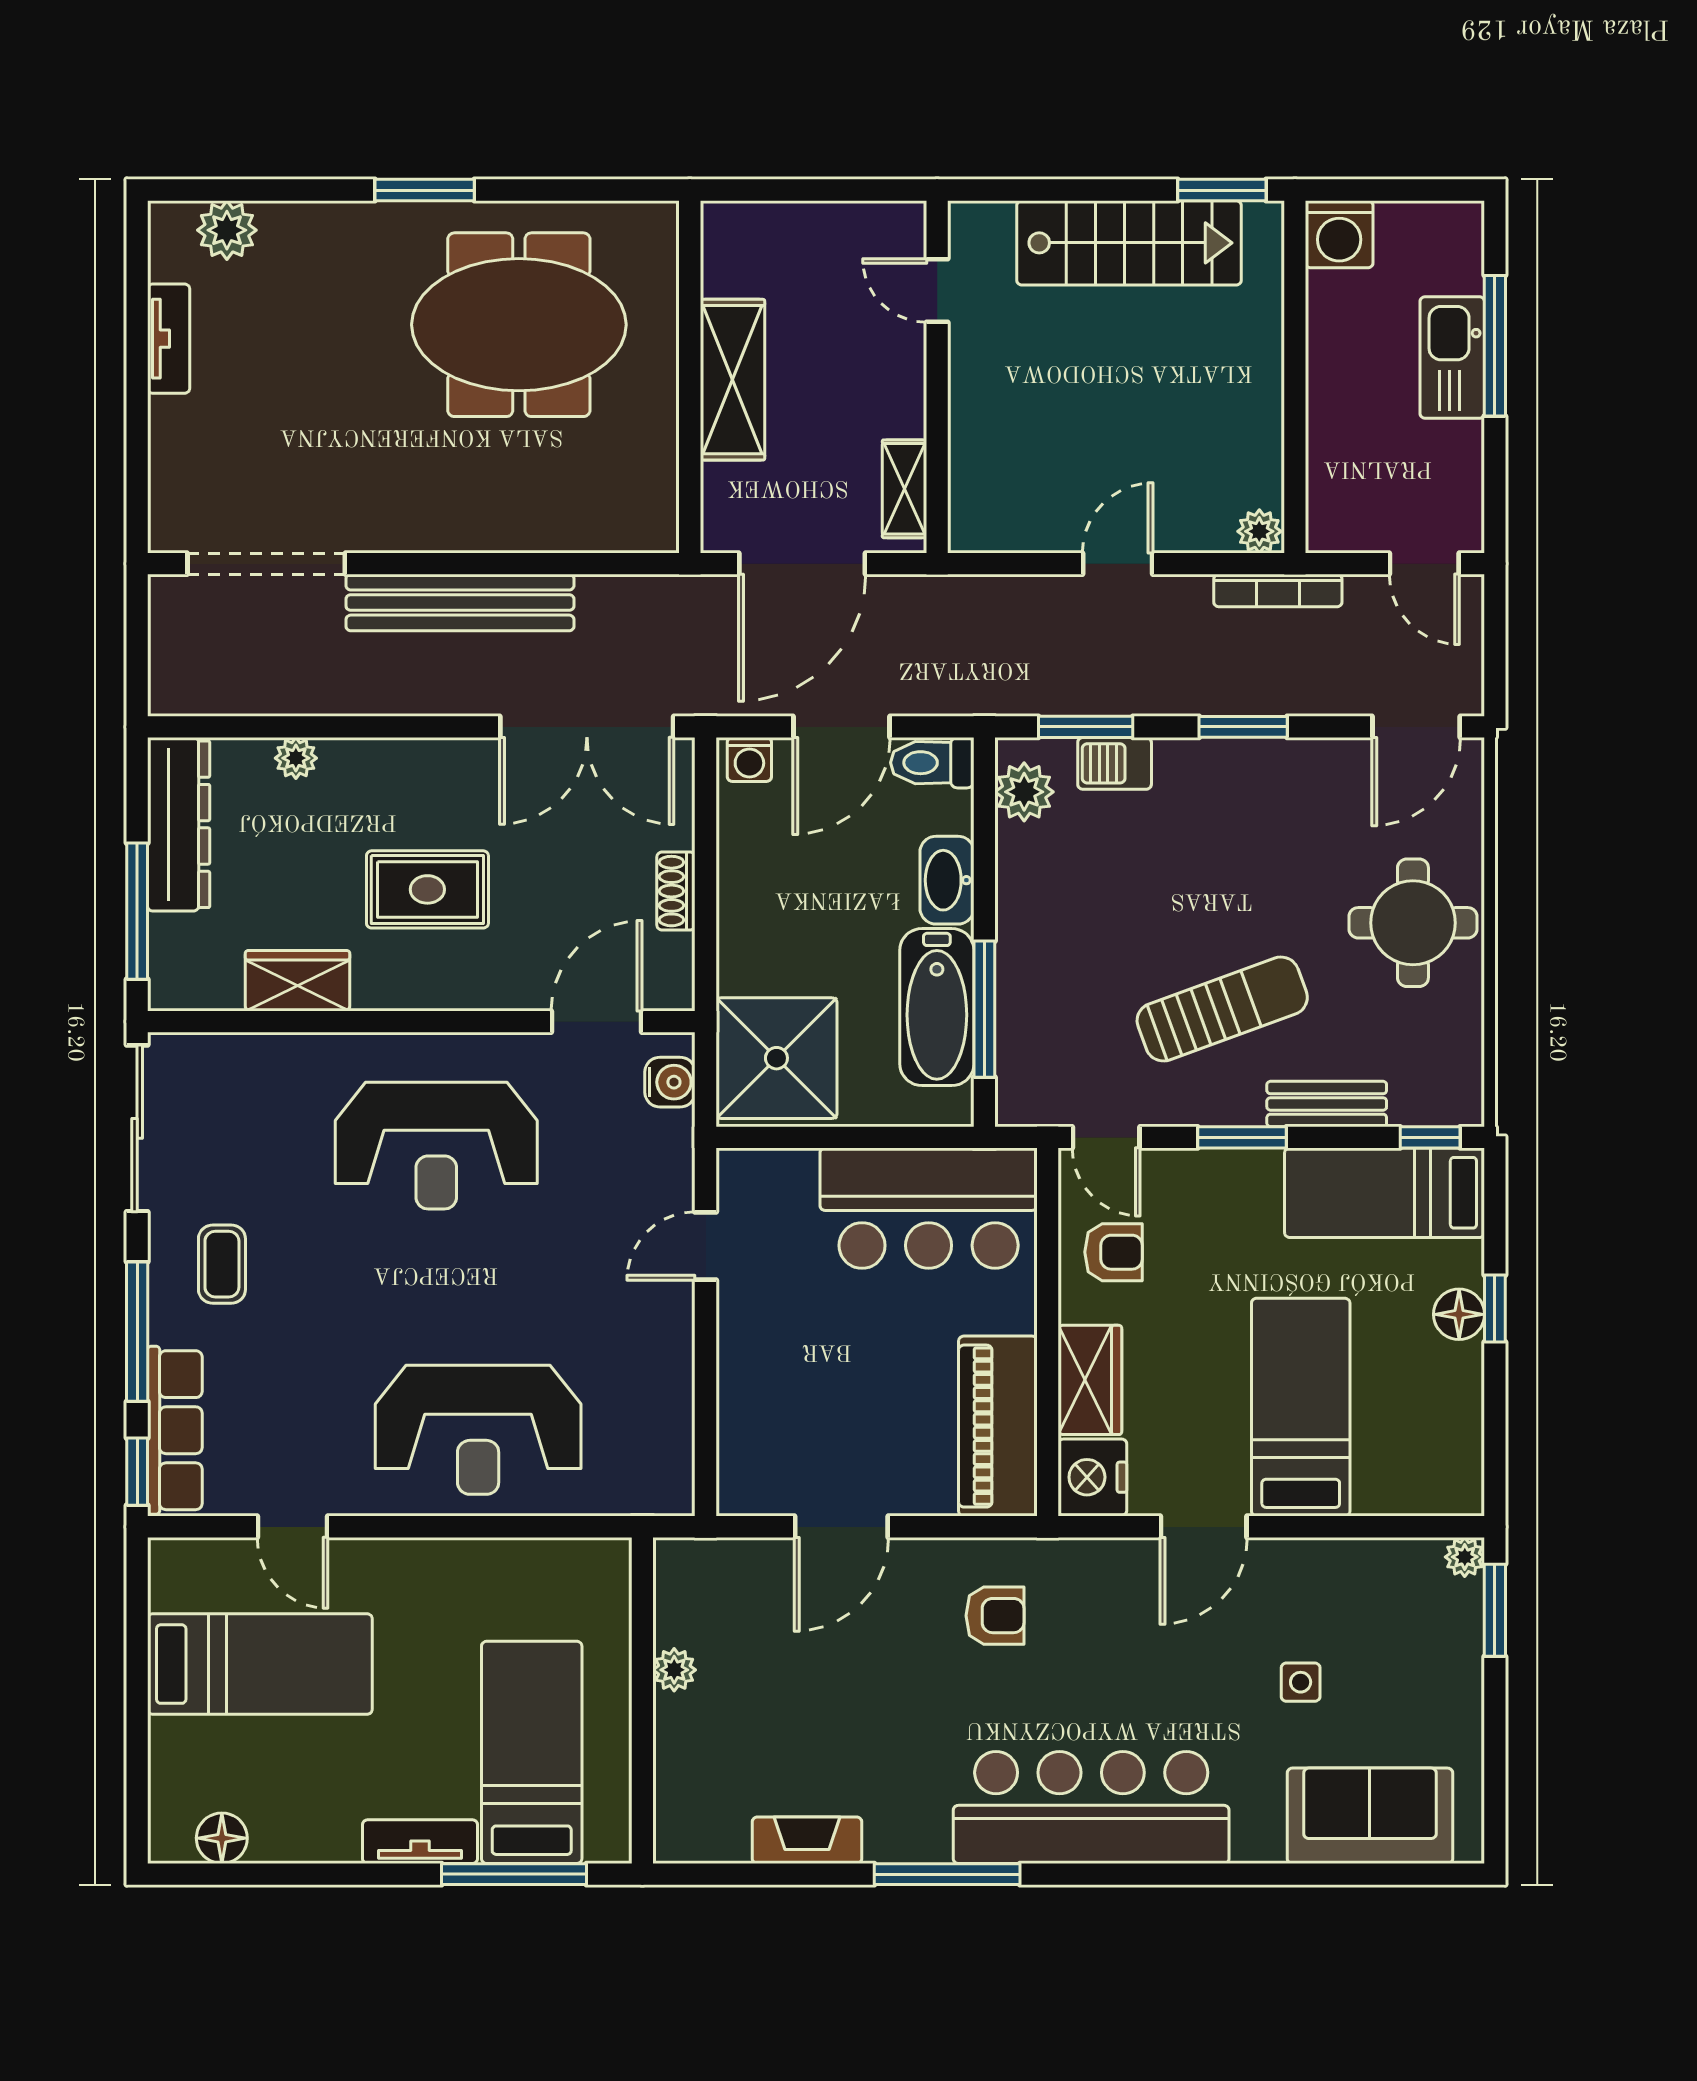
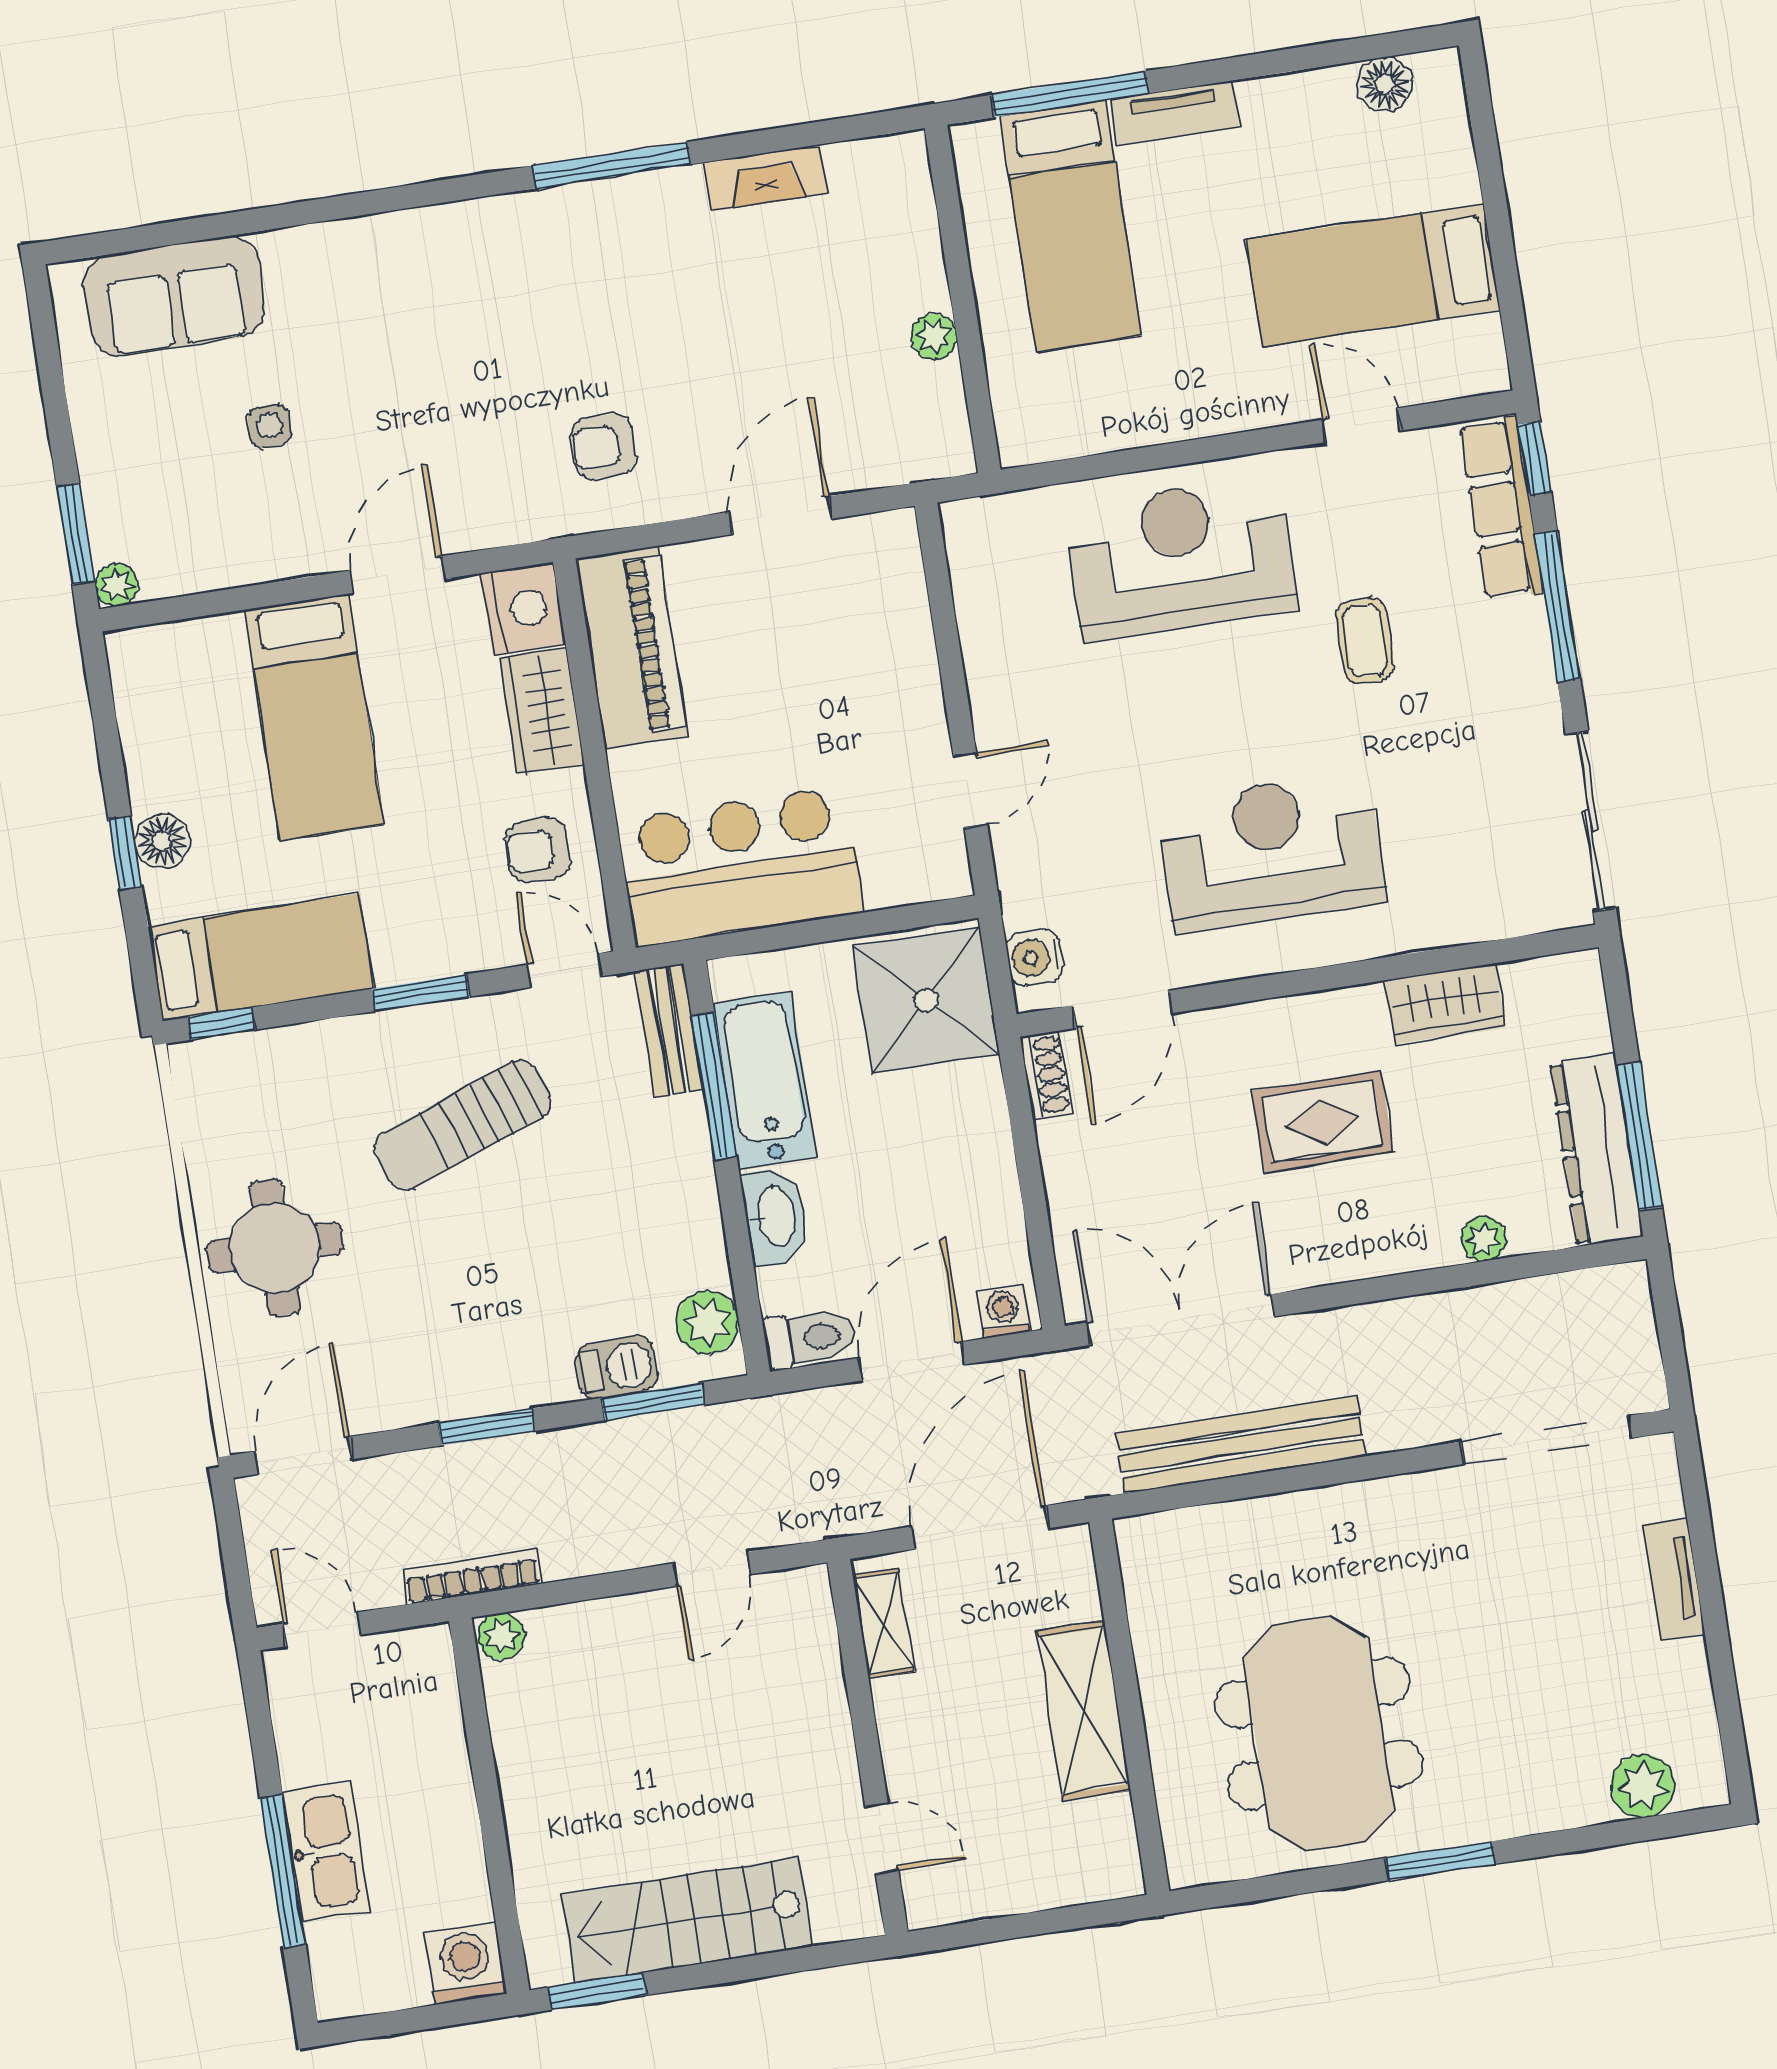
meeting table: (519, 325) -> (1319, 1734), turned 90
tv unit: (169, 339) -> (1674, 1579), moved
door: (1118, 564) -> (712, 1569), moved
bench: (460, 603) -> (1241, 1445), moved
shoe rack: (676, 891) -> (1046, 1075), moved
window: (137, 911) -> (1639, 1136), moved
bench: (1327, 1104) -> (669, 1030), moved, turned 90
coffee table: (222, 1264) -> (1365, 641), moved
bar counter: (1091, 1807) -> (470, 259), removed

